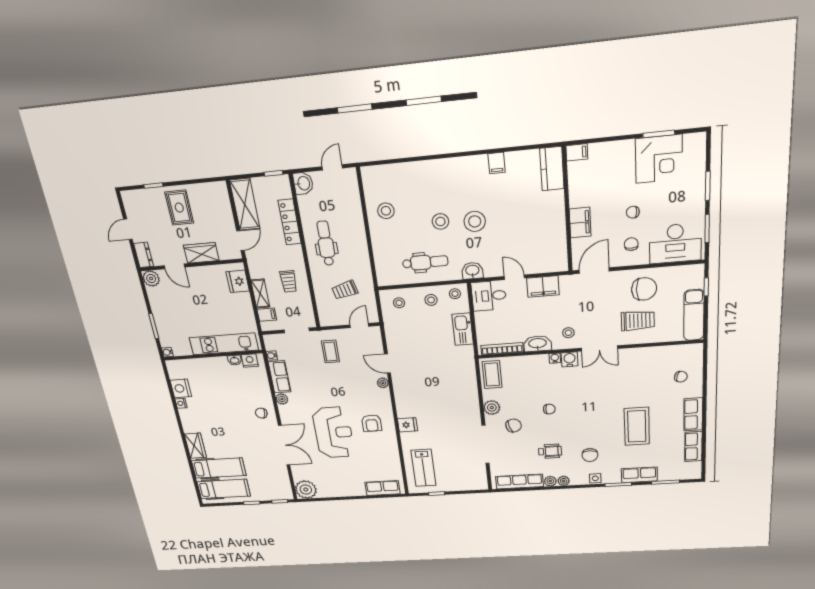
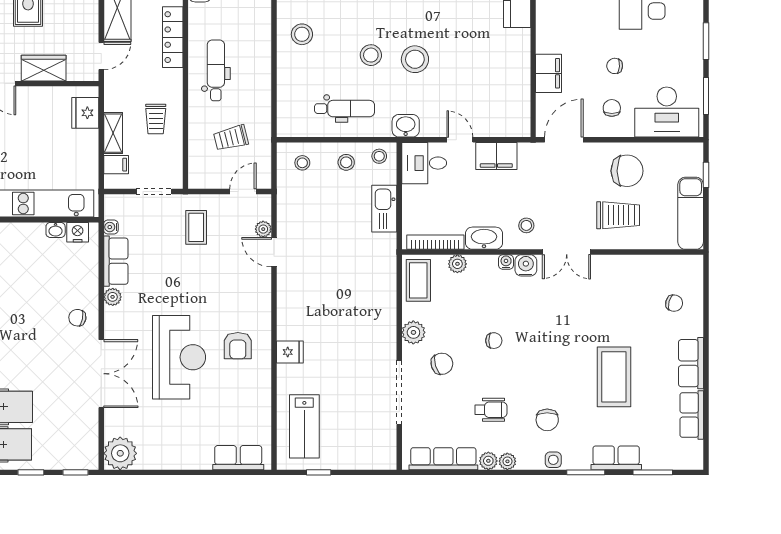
plant: (519, 362) -> (457, 264), added
plant: (383, 383) -> (263, 229), moved

